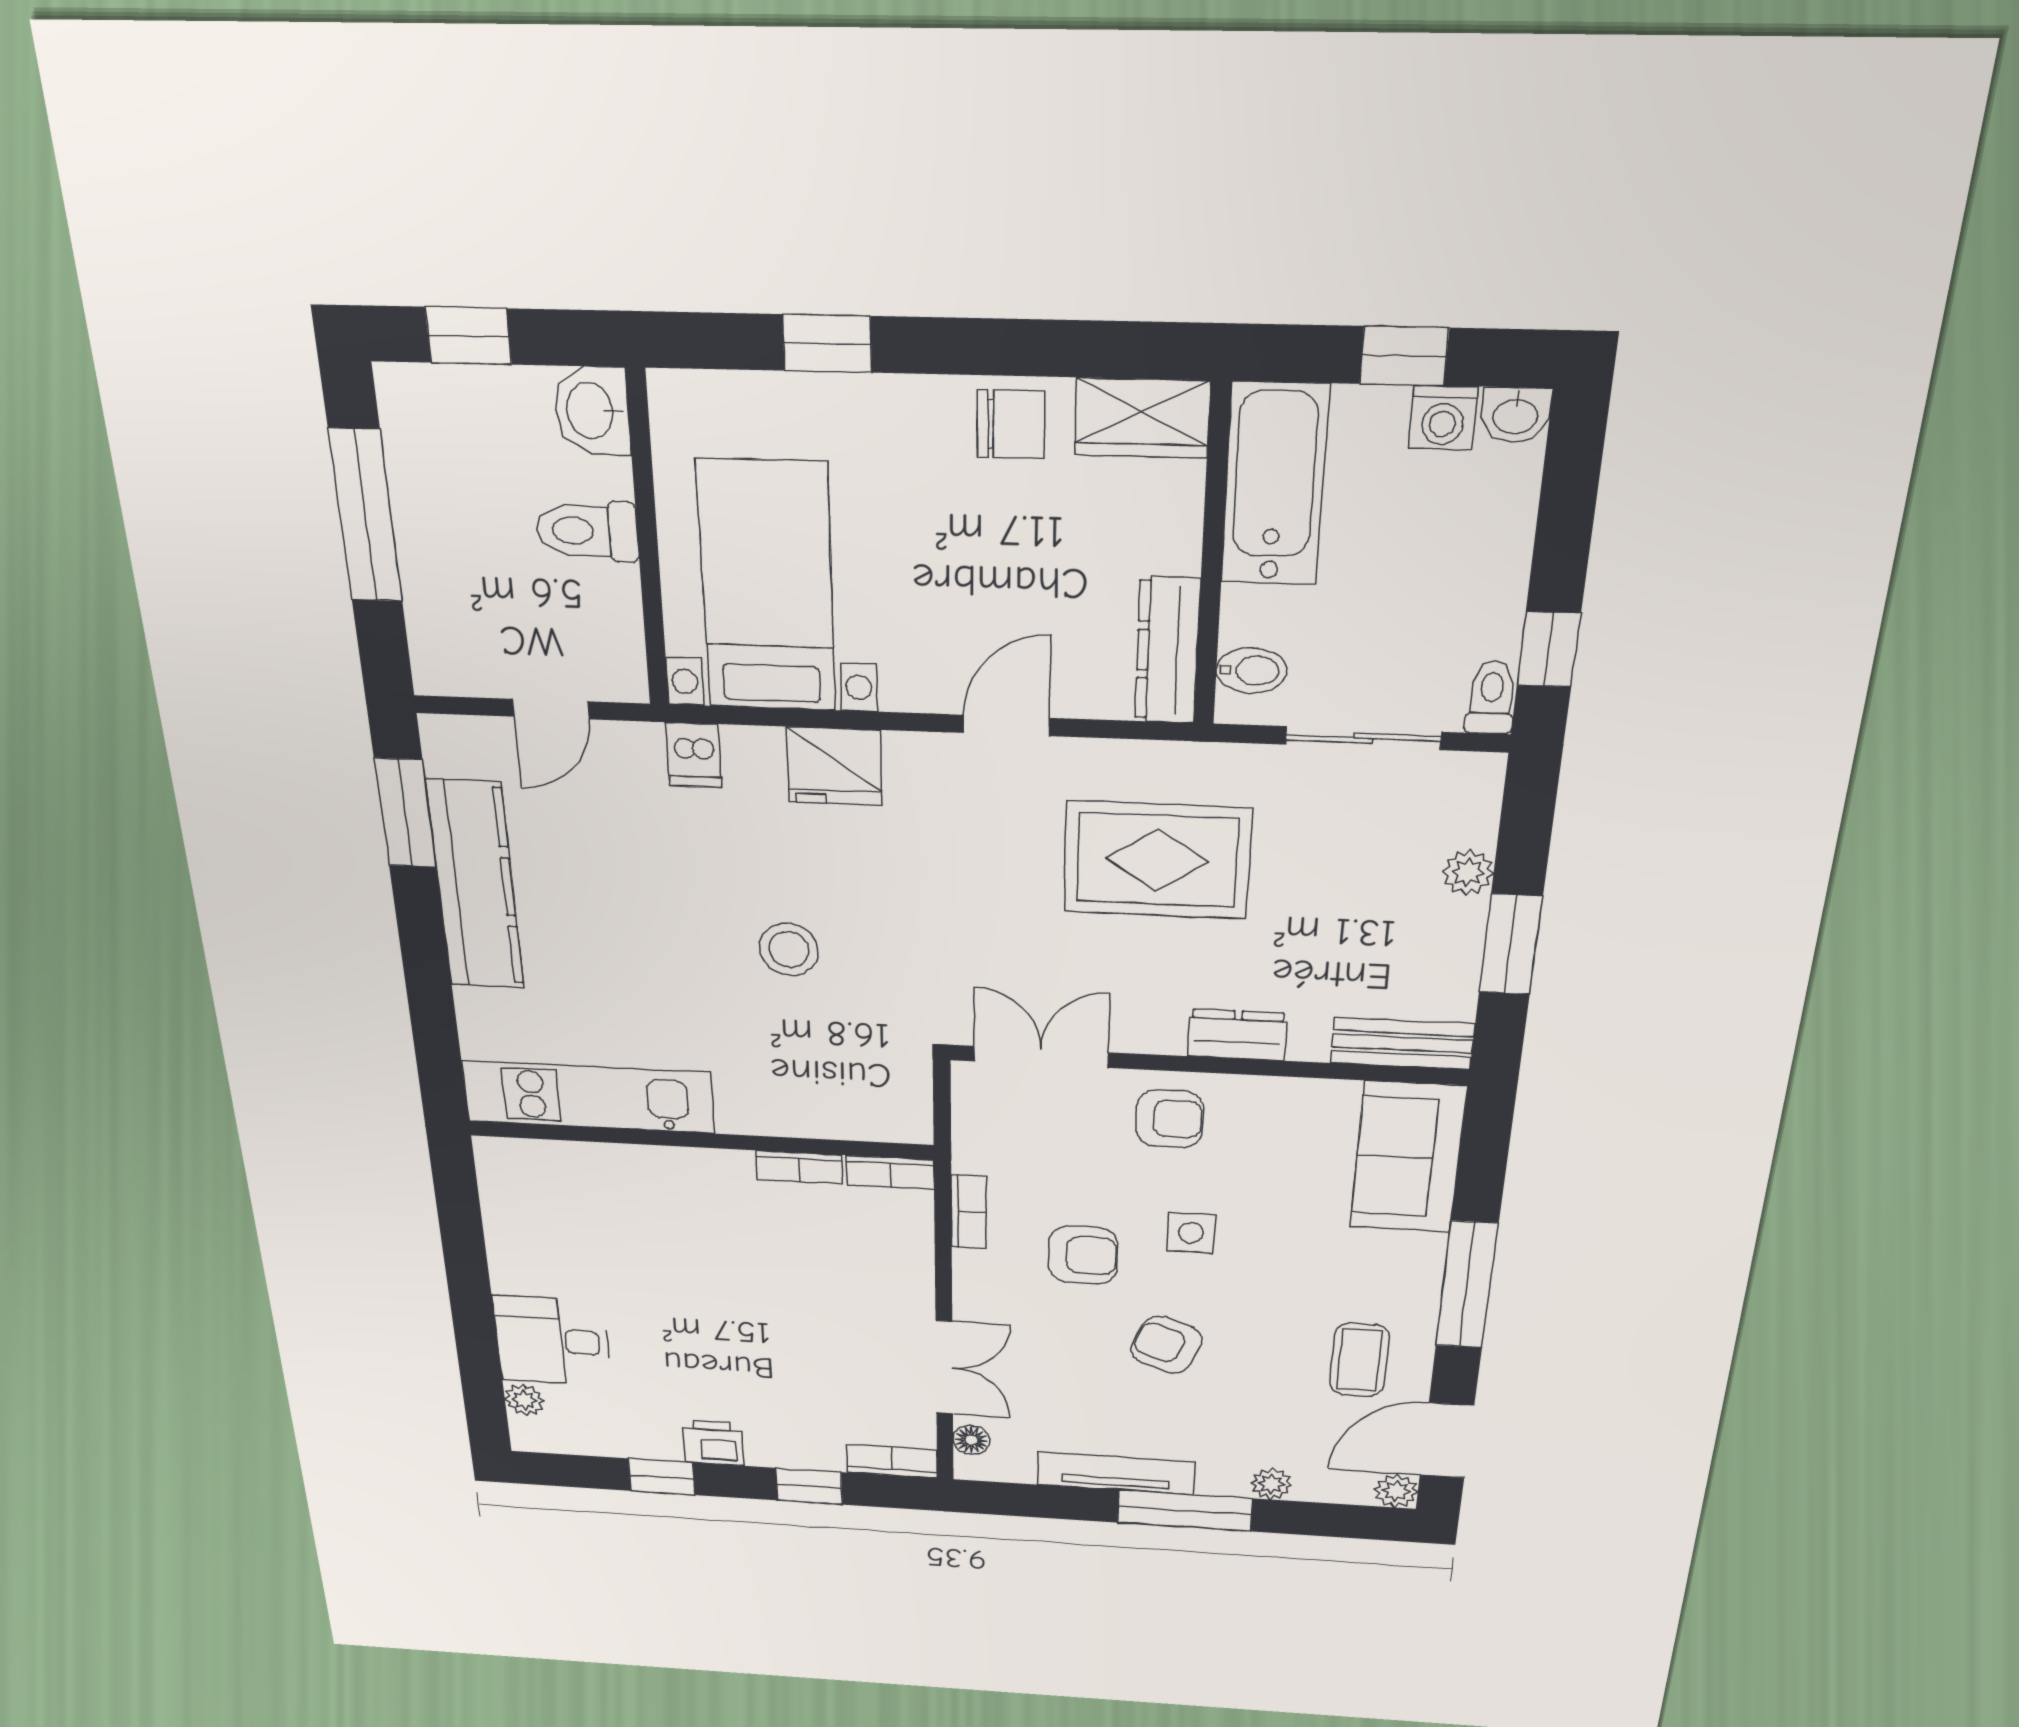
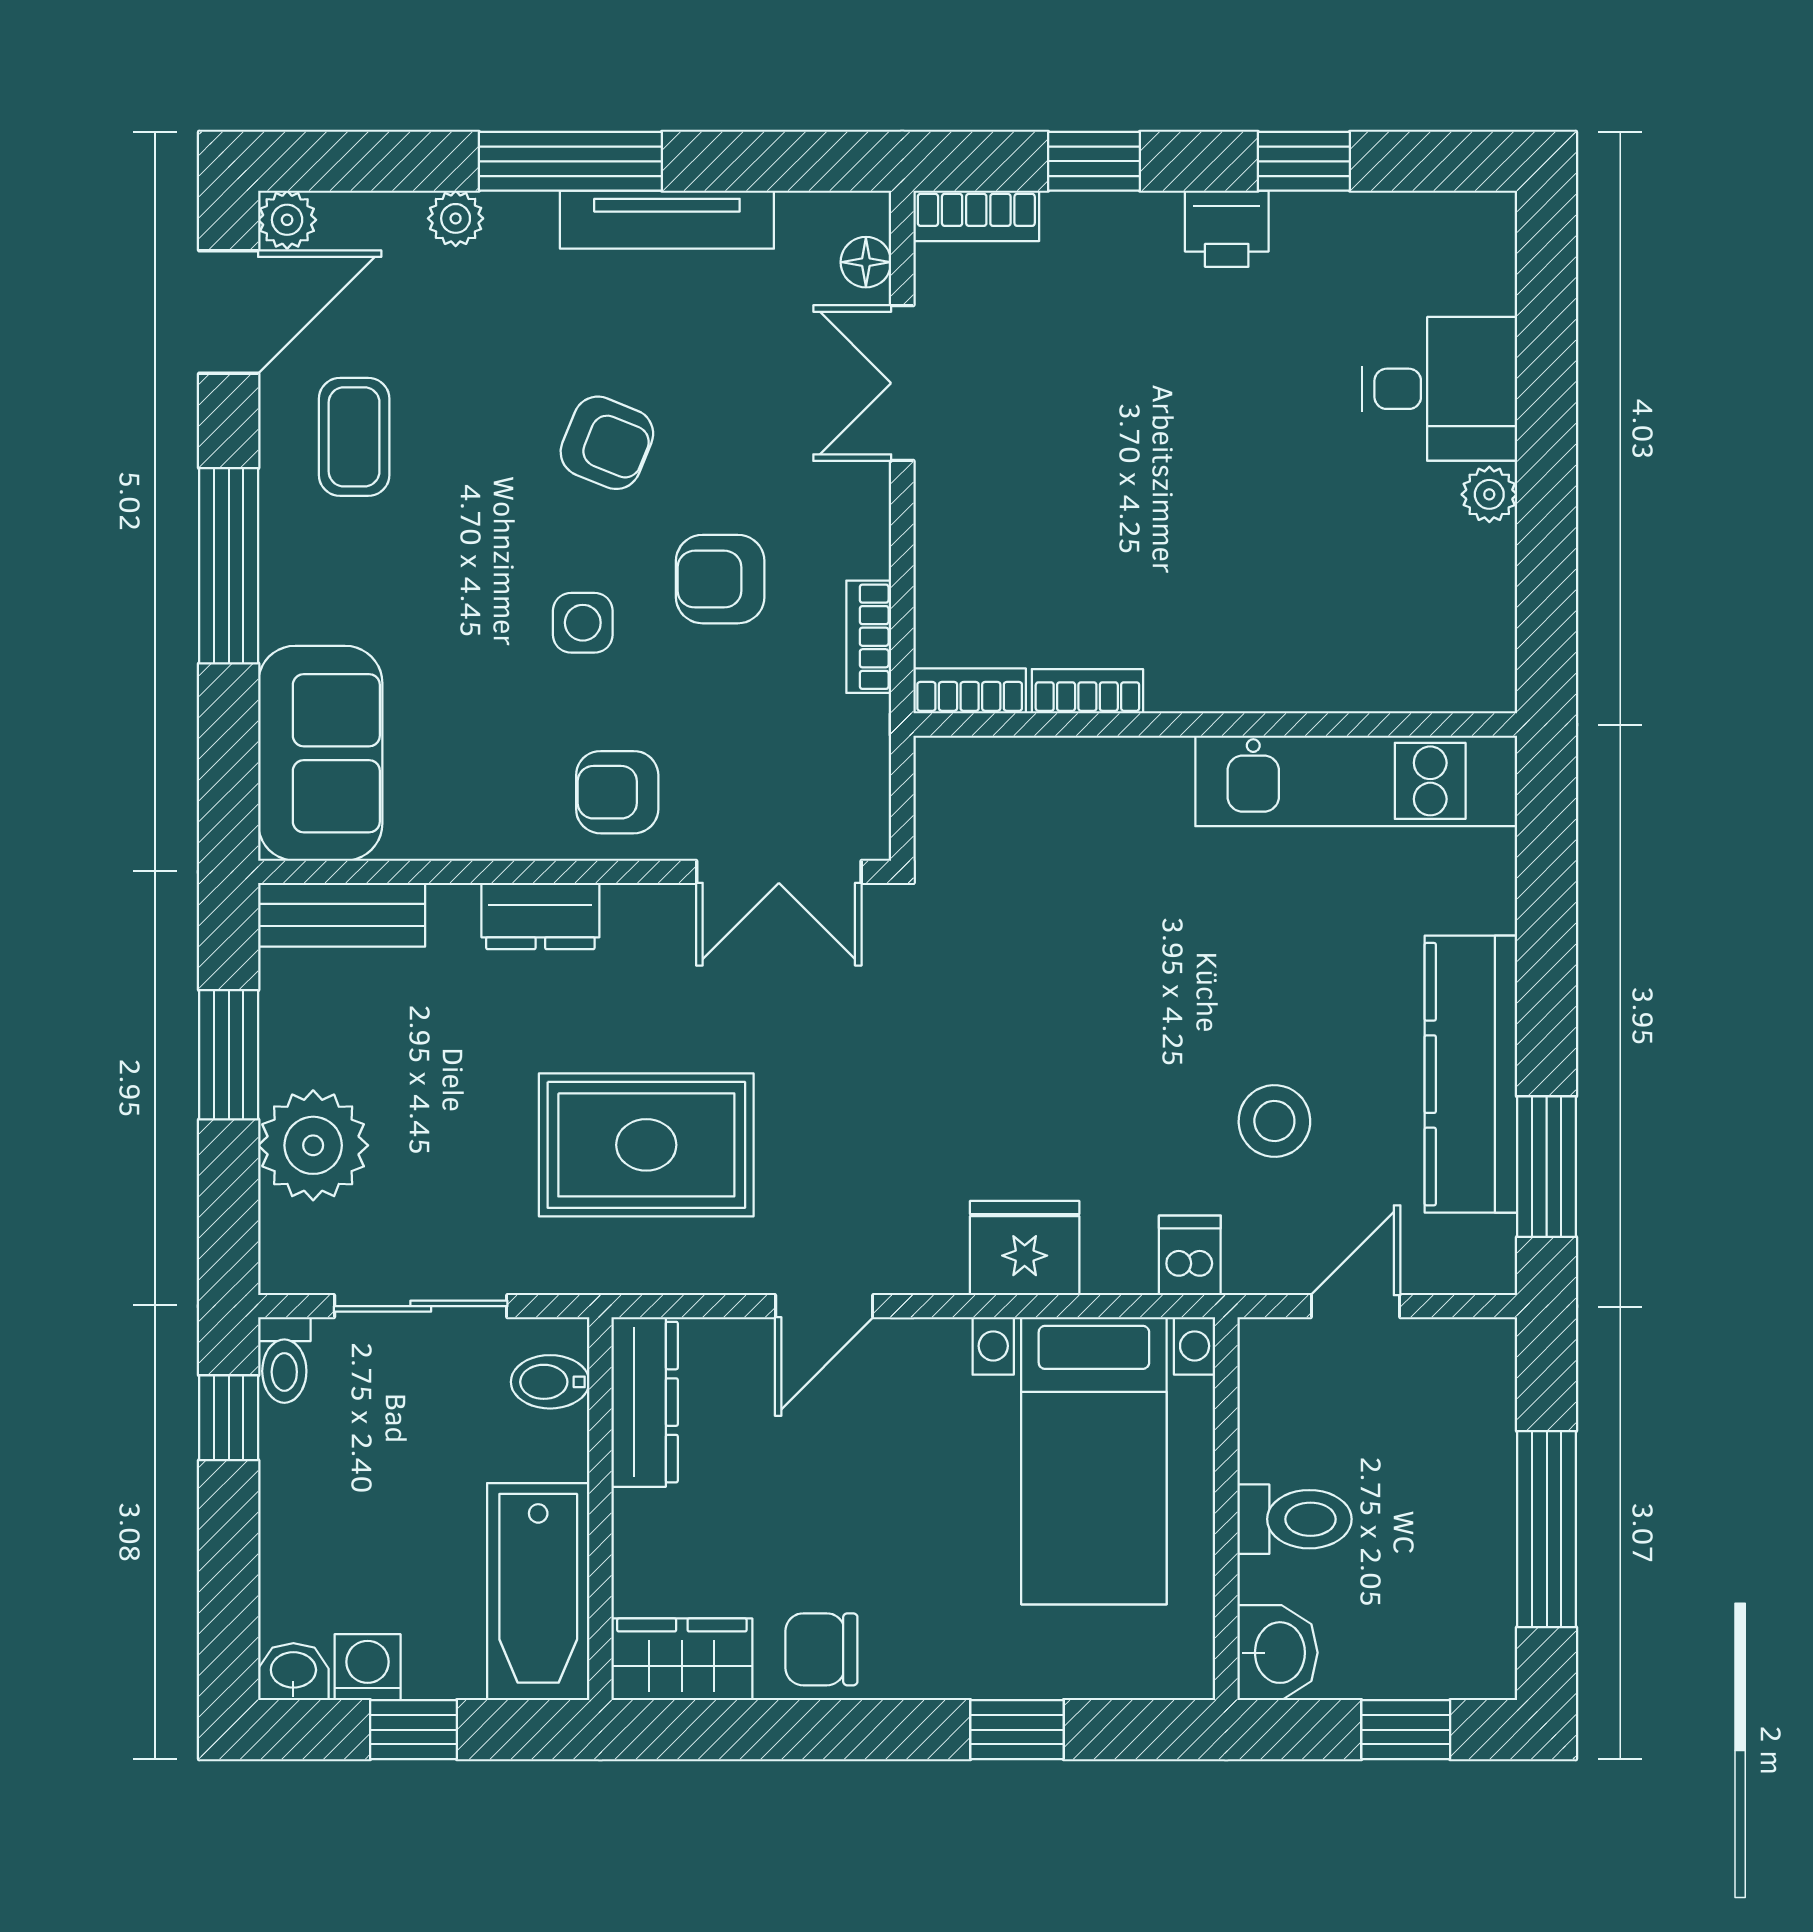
plant: (1468, 872) -> (313, 1145), width x1.88, depth x1.88
stool: (789, 949) -> (1274, 1121), moved
plant: (524, 1400) -> (1489, 494), moved

